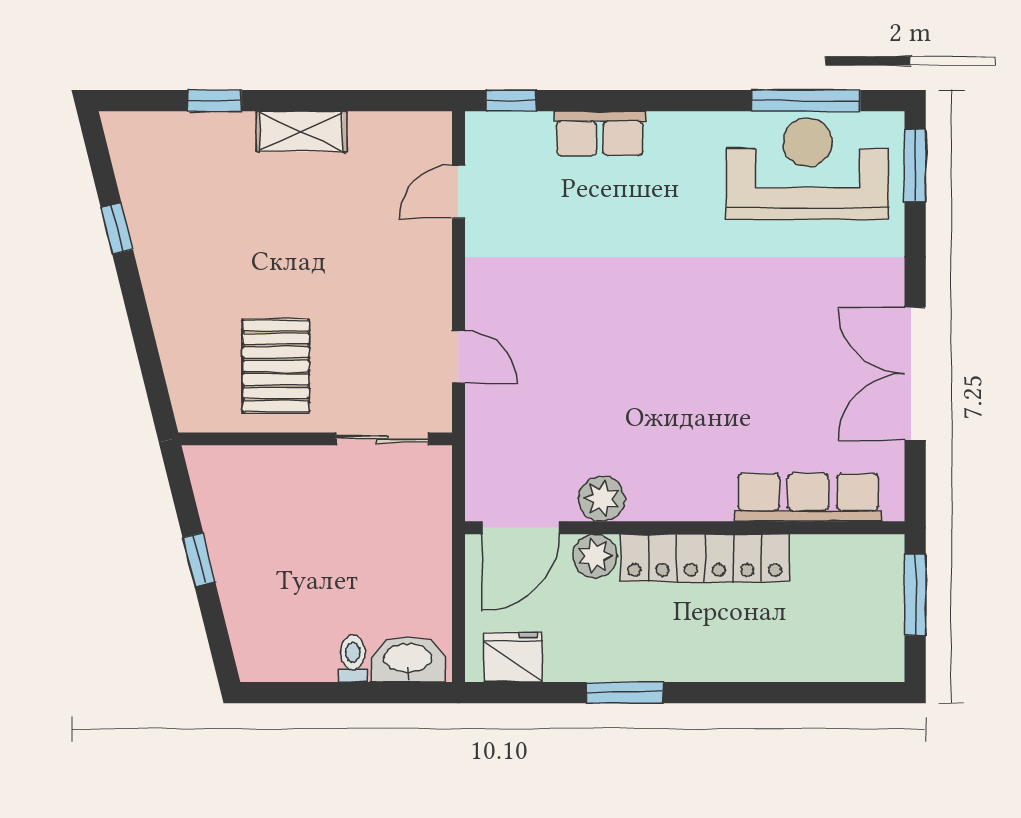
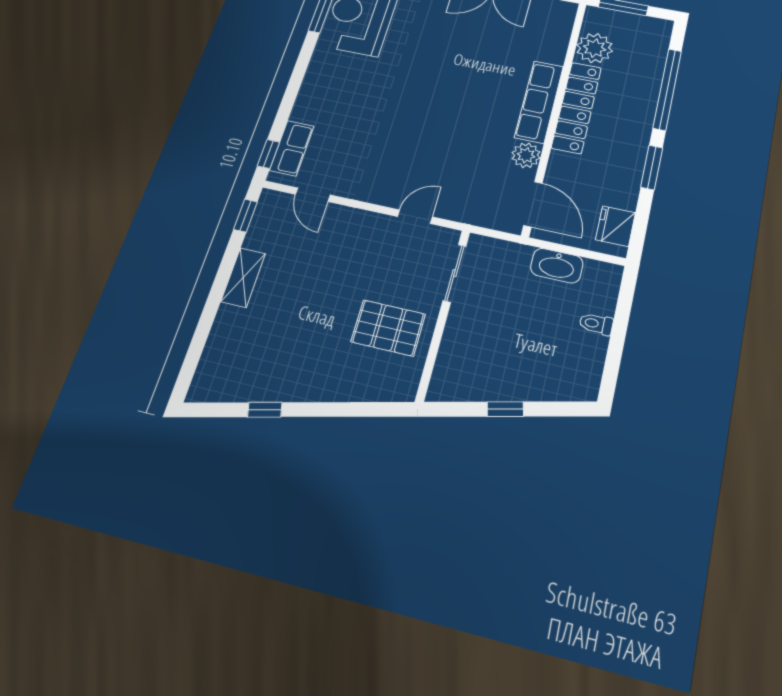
window: (215, 101) -> (245, 216), moved
row of seats: (600, 133) -> (292, 148), moved
row of seats: (808, 497) -> (539, 102), moved
plant: (595, 556) -> (595, 48), moved, width x1.36, depth x1.36
washbasin: (408, 659) -> (557, 266), moved, turned -90
window: (771, 693) -> (667, 89), added

